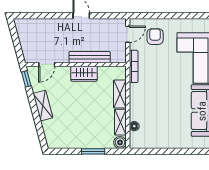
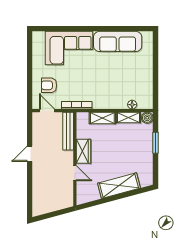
bench: (90, 57) -> (68, 131), moved
door: (47, 64) -> (75, 173), moved
window: (26, 79) -> (88, 205), removed
shelving: (43, 106) -> (119, 186), width x1.50, depth x1.33

